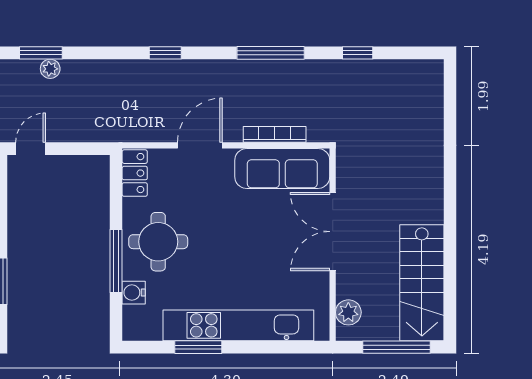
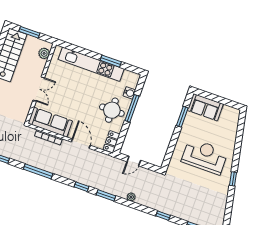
window: (41, 53) -> (106, 195), moved
door: (200, 145) -> (81, 144), swing flipped
door: (31, 149) -> (134, 161), moved
double door: (333, 232) -> (39, 89), width x0.73
window: (396, 347) -> (29, 32), width x0.69

